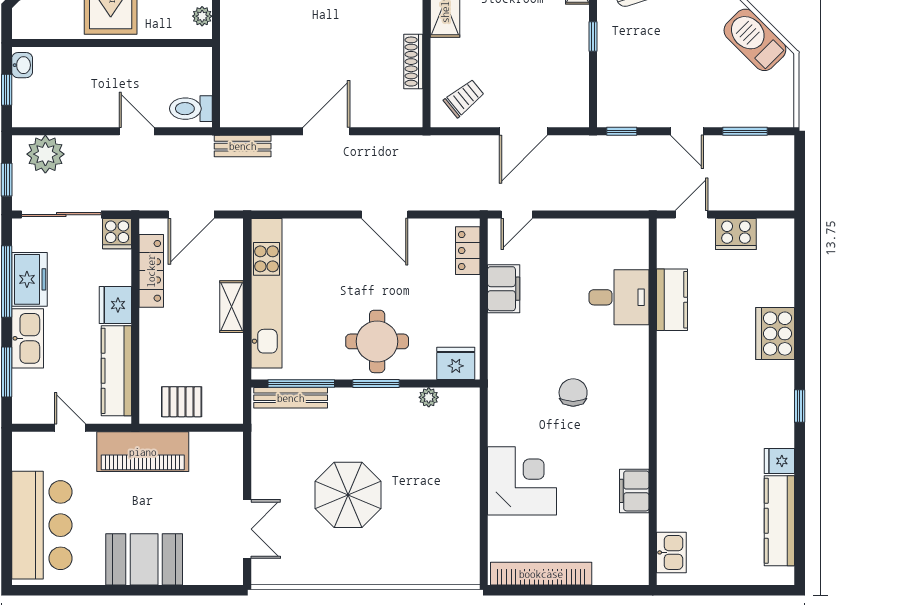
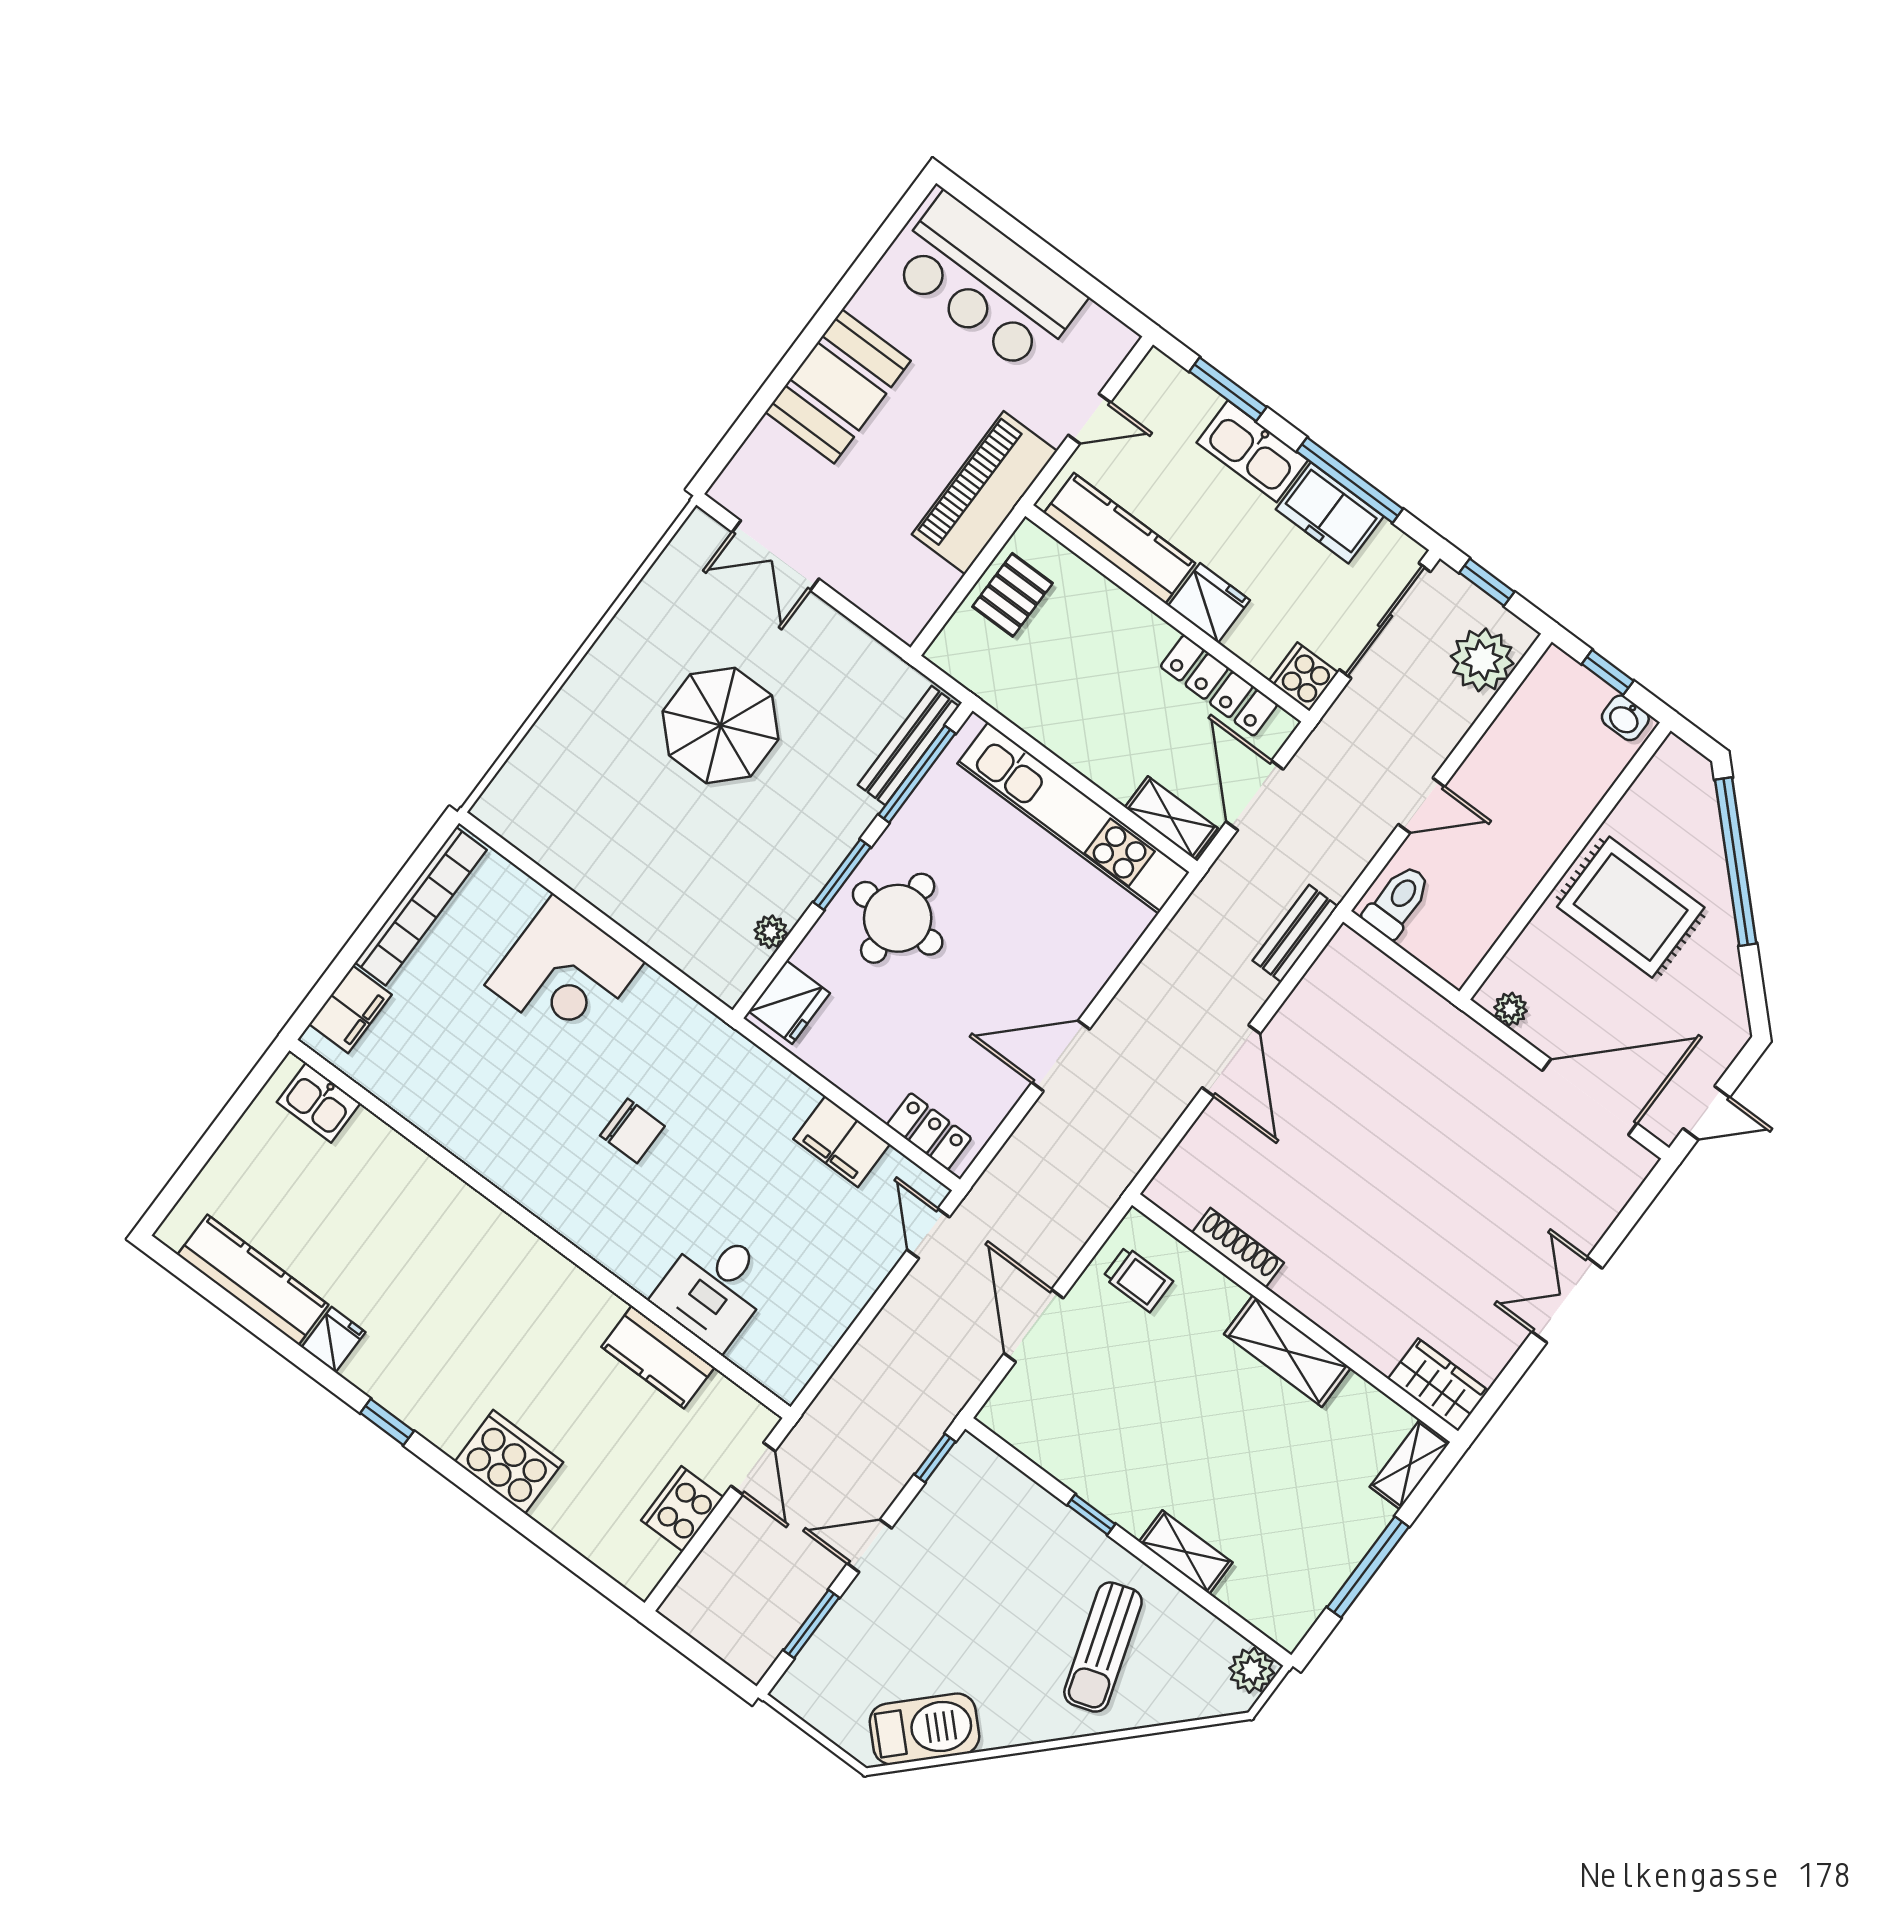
trolley: (464, 98) -> (1138, 1279), turned -51
shelving: (232, 307) -> (1171, 818), moved
filing cabinet: (634, 491) -> (350, 1009), moved, turned 90

